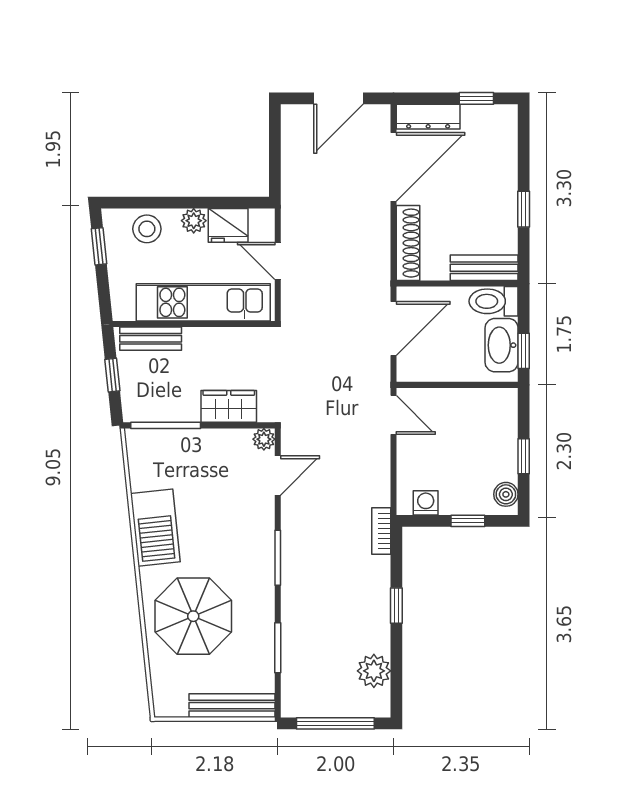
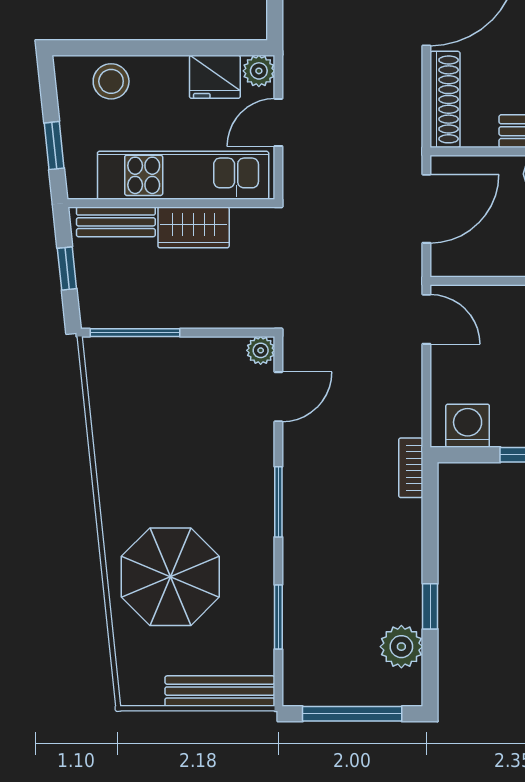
plant: (194, 221) -> (259, 71), moved
window: (99, 246) -> (54, 146), moved
door: (278, 261) -> (278, 122), hinge flipped
wardrobe: (229, 406) -> (194, 227), moved, turned 180
washing machine: (426, 503) -> (468, 426), width x1.38, depth x1.38
barbecue: (155, 528) -> (122, 463), removed
window: (396, 606) -> (430, 606), moved

